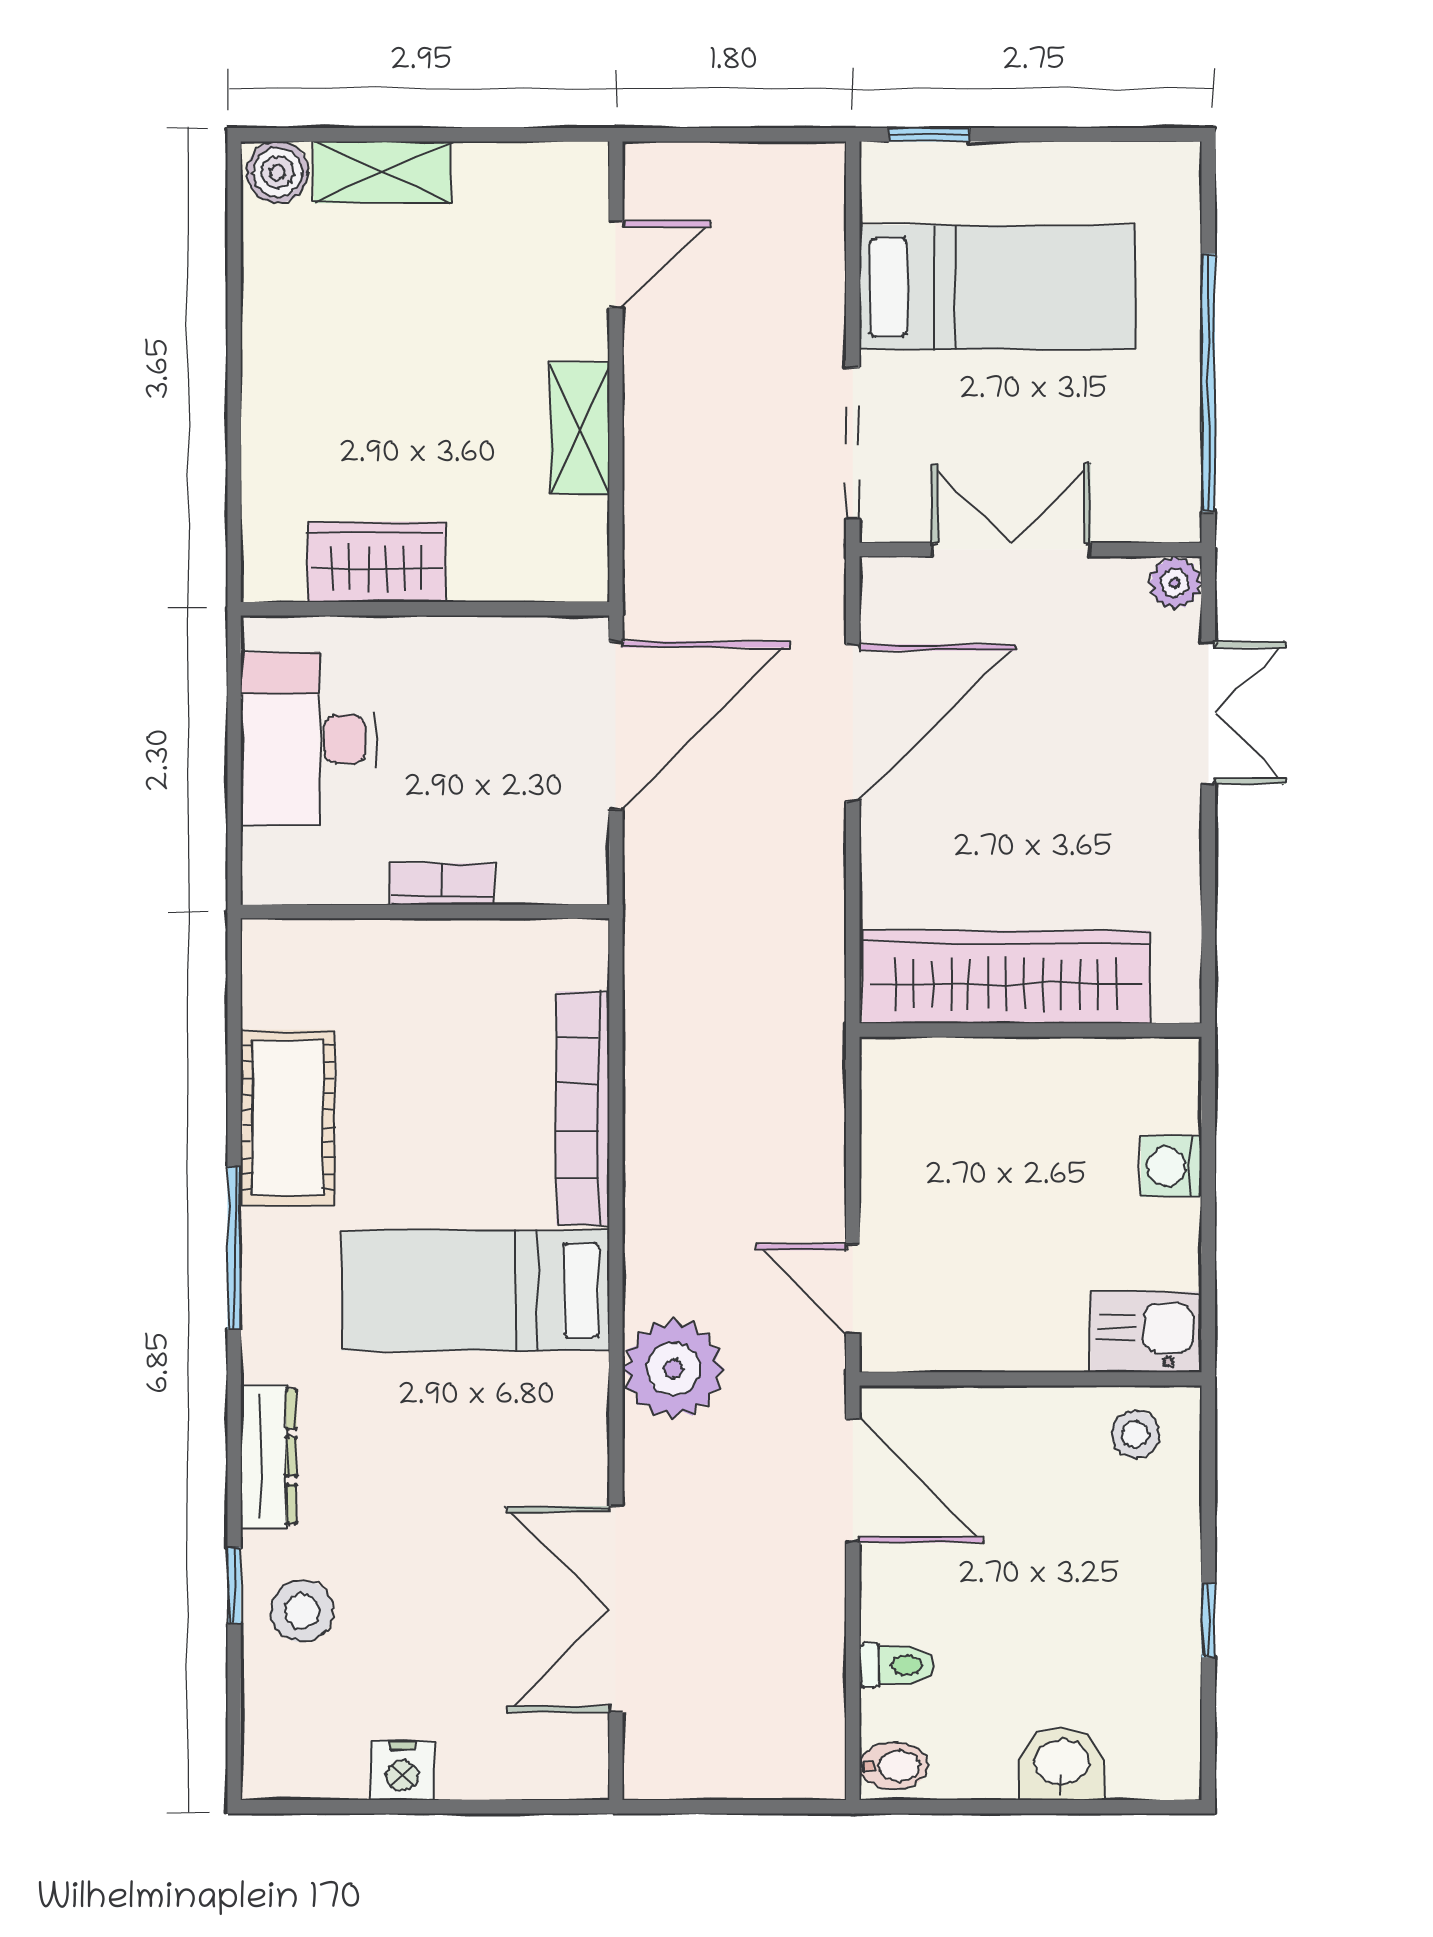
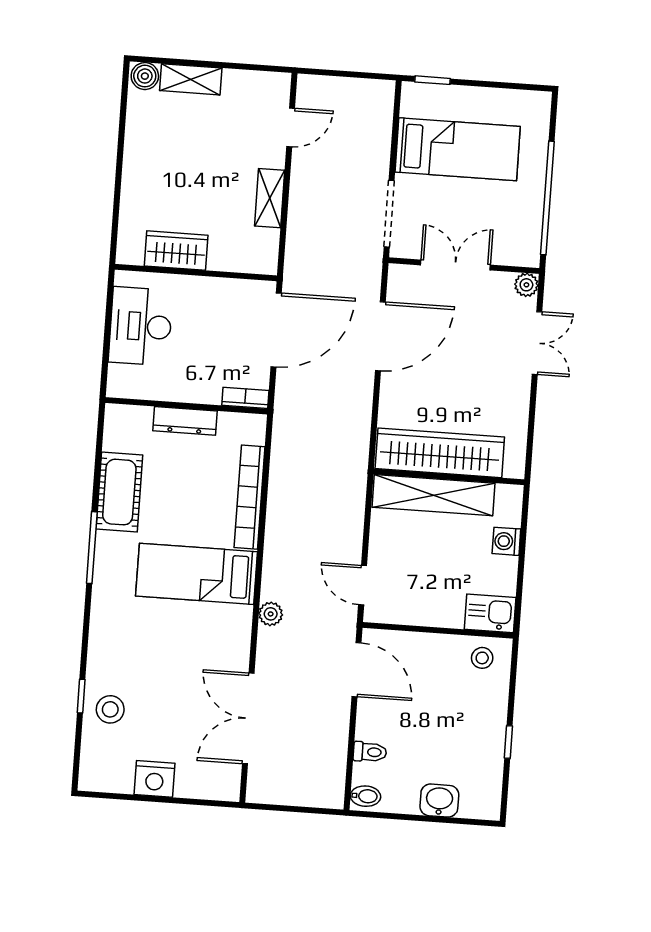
bookcase: (442, 884) -> (245, 398), moved
shelving: (999, 1074) -> (433, 495), added
plant: (673, 1369) -> (271, 614), width x0.53, depth x0.53
dresser: (269, 1457) -> (185, 421), moved, turned 90
nightstand: (402, 1771) -> (154, 779), width x1.36, depth x1.33

